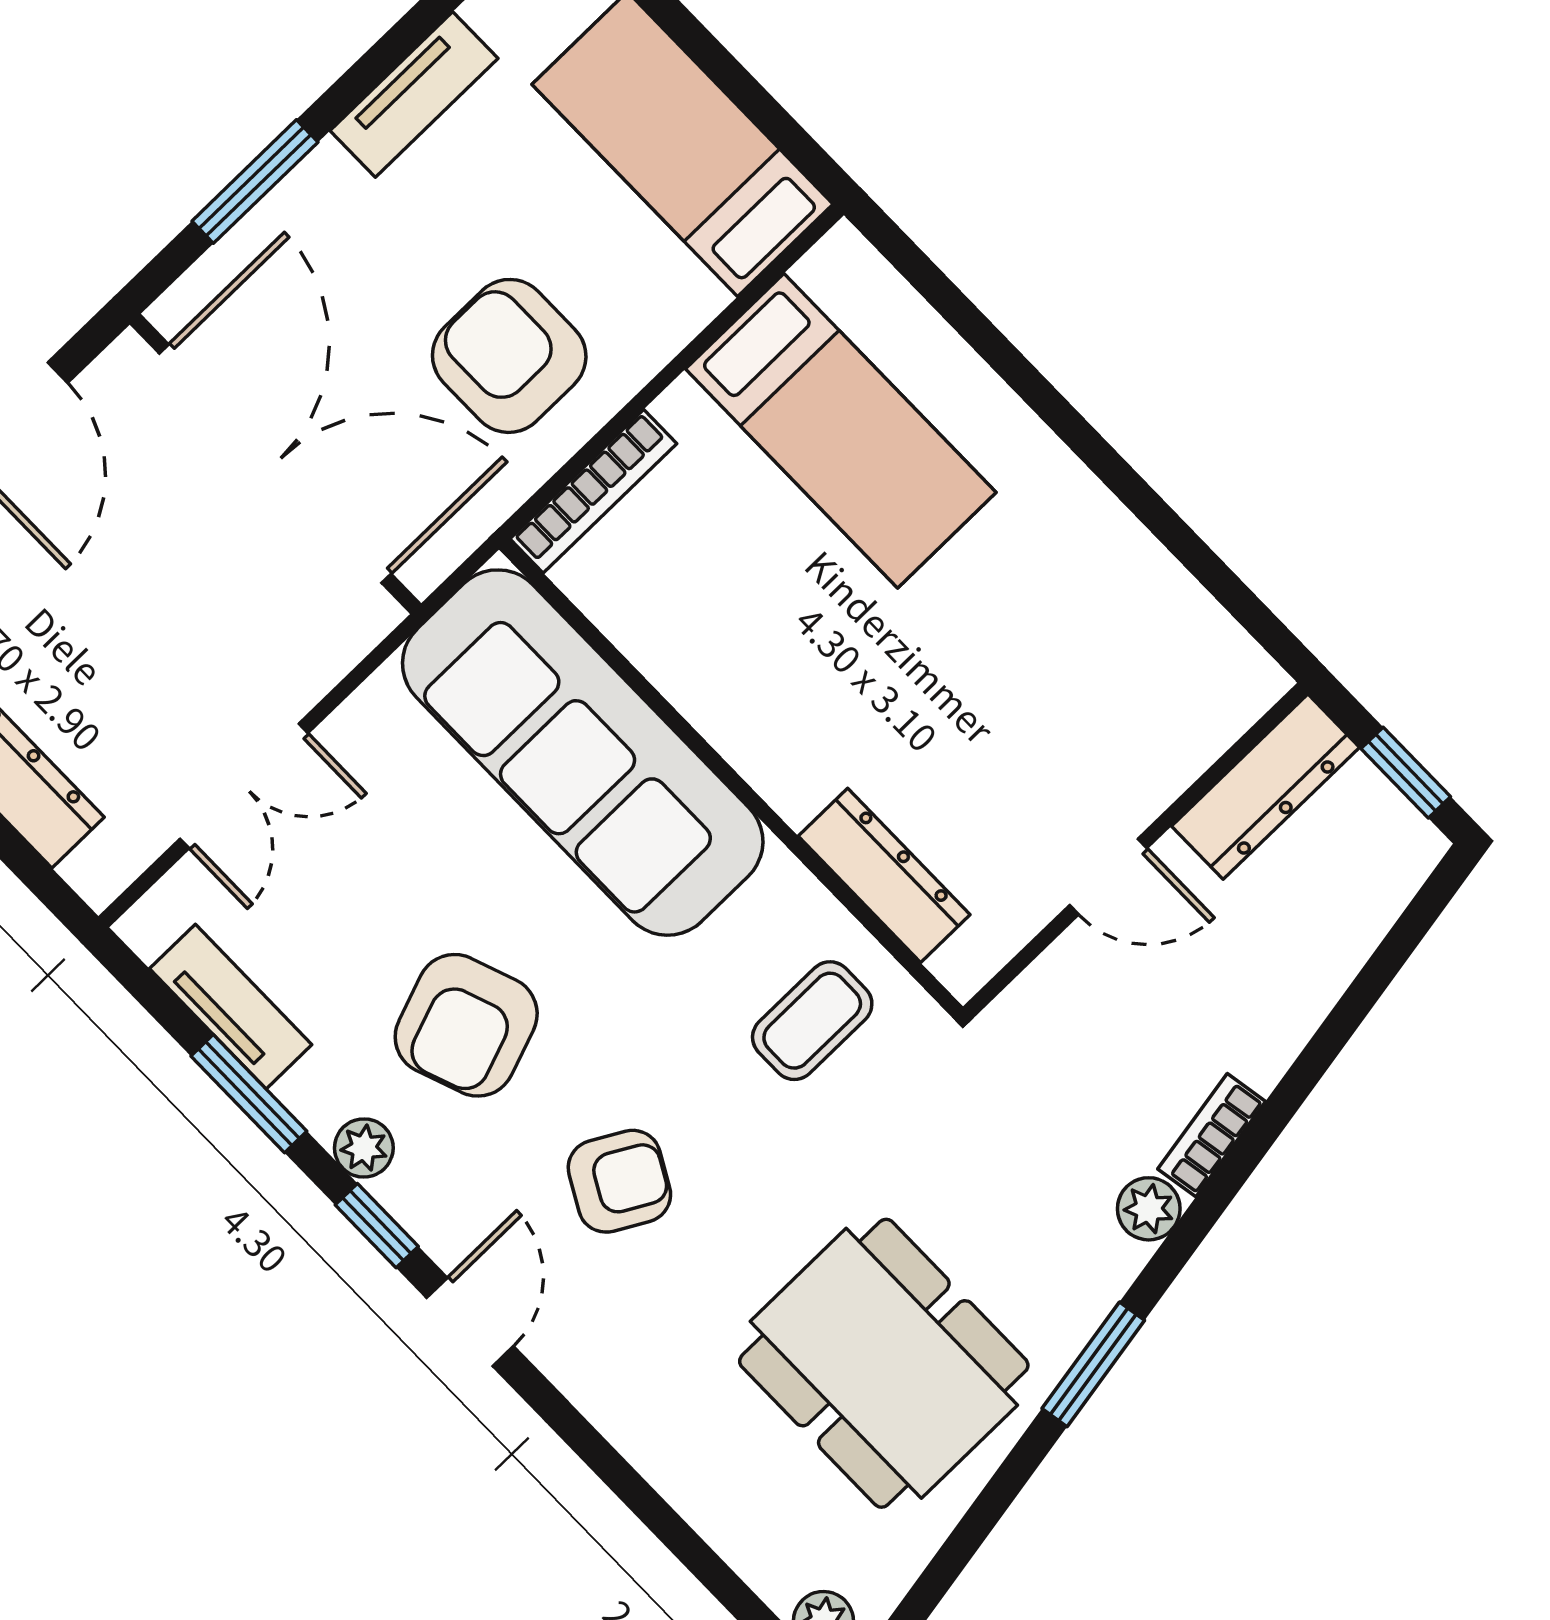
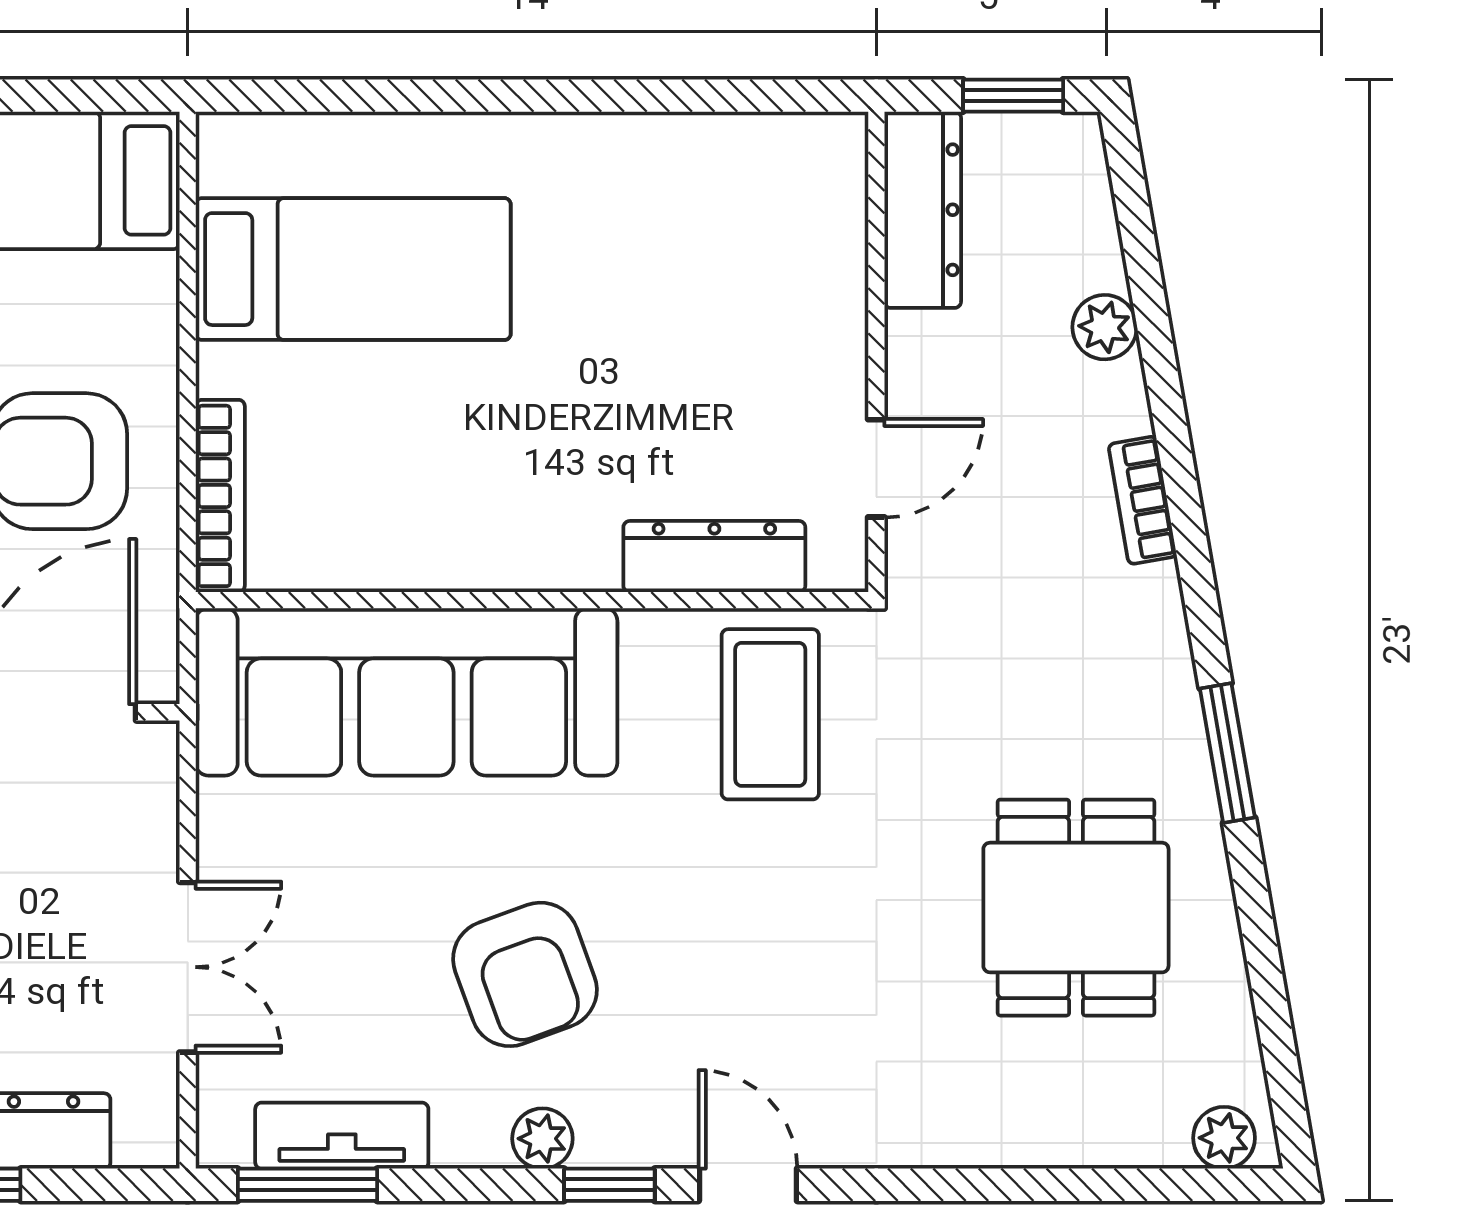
door: (1108, 877) -> (876, 468), moved
coffee table: (812, 1021) -> (770, 714), width x1.36, depth x1.30
window: (249, 1094) -> (307, 1185), moved
armchair: (619, 1181) -> (751, 973), removed
plant: (1149, 1209) -> (1105, 327), moved
dining table: (884, 1363) -> (1076, 908), width x0.73

